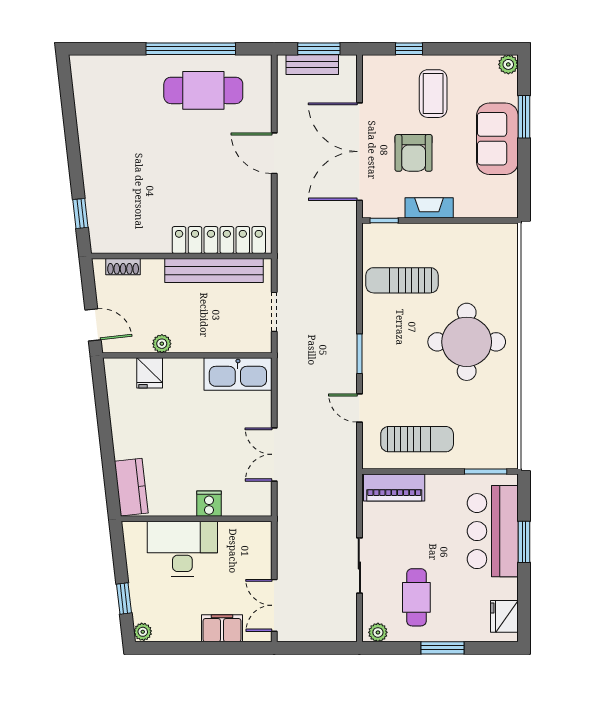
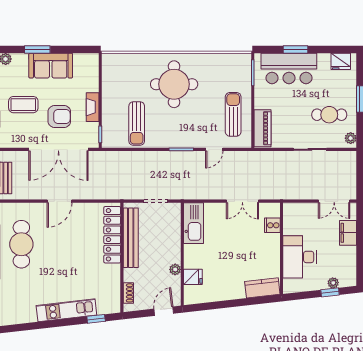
kitchen unit: (95, 165) -> (66, 310), added
cooker: (209, 504) -> (272, 225), moved
plant: (143, 632) -> (333, 283), moved

